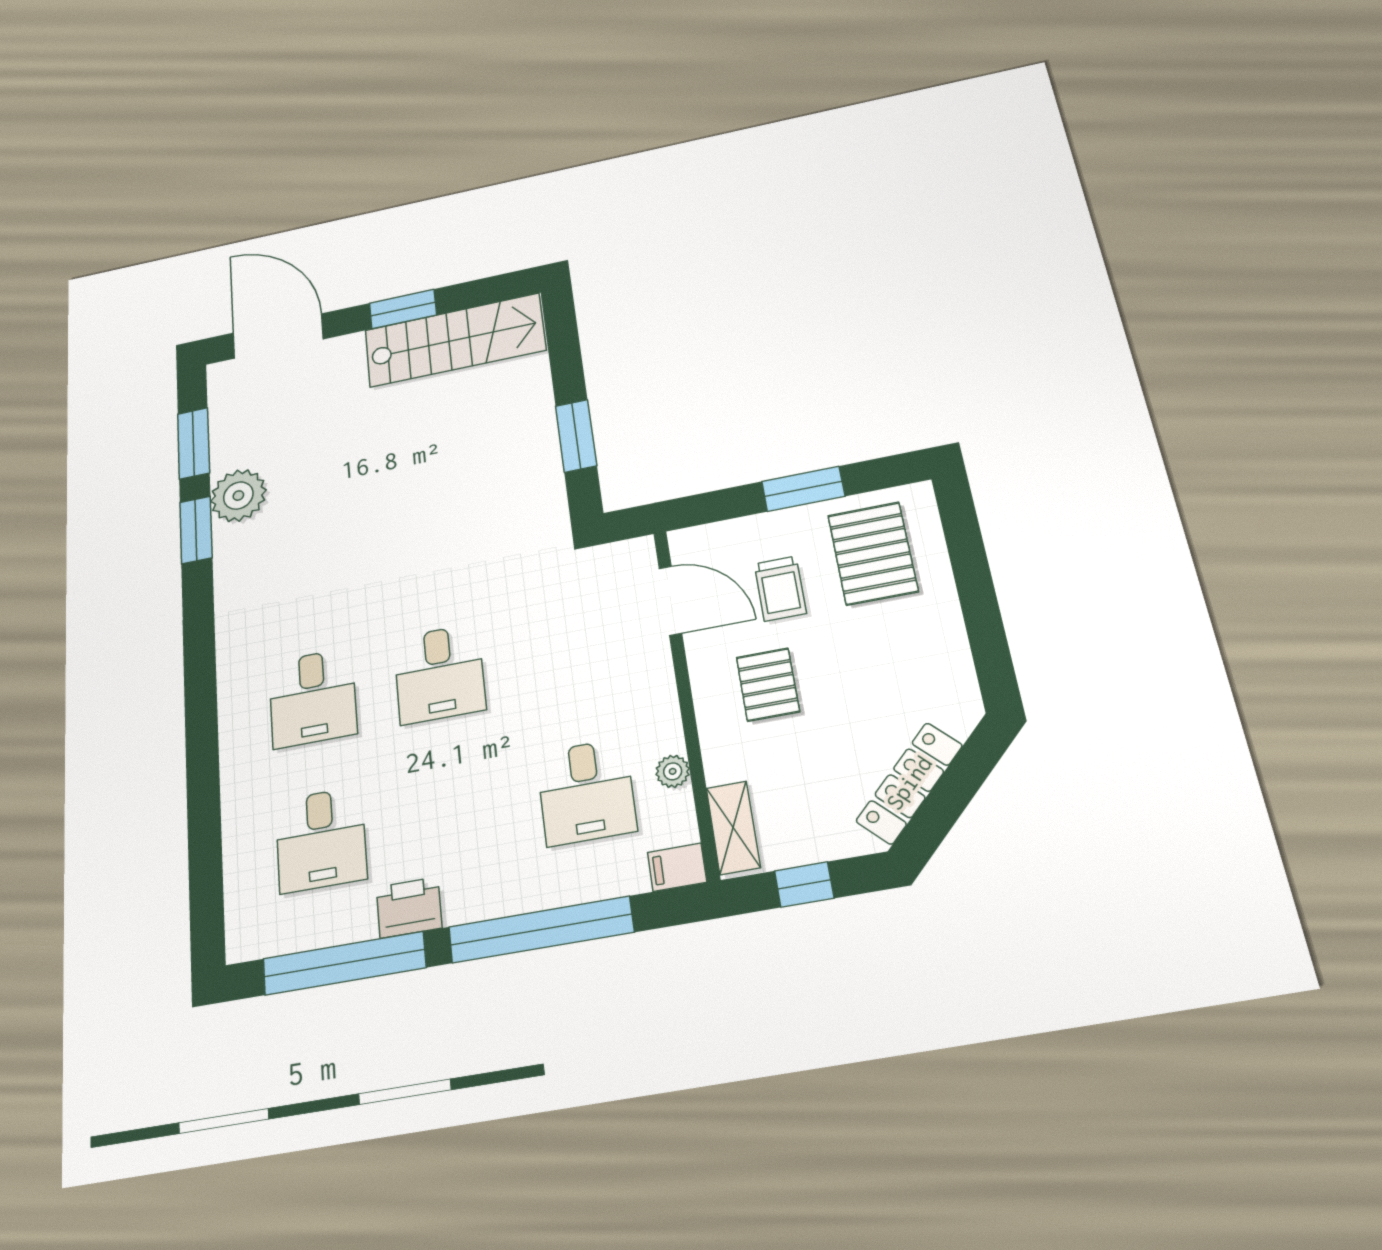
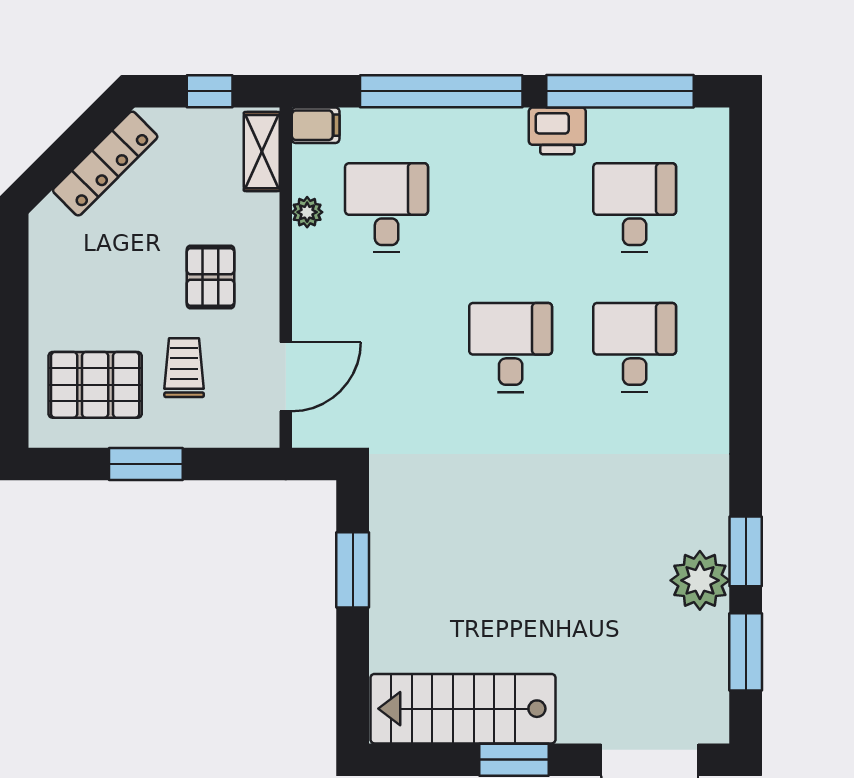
pallet: (873, 553) -> (95, 385), turned 90
door: (670, 601) -> (286, 377), swing flipped

